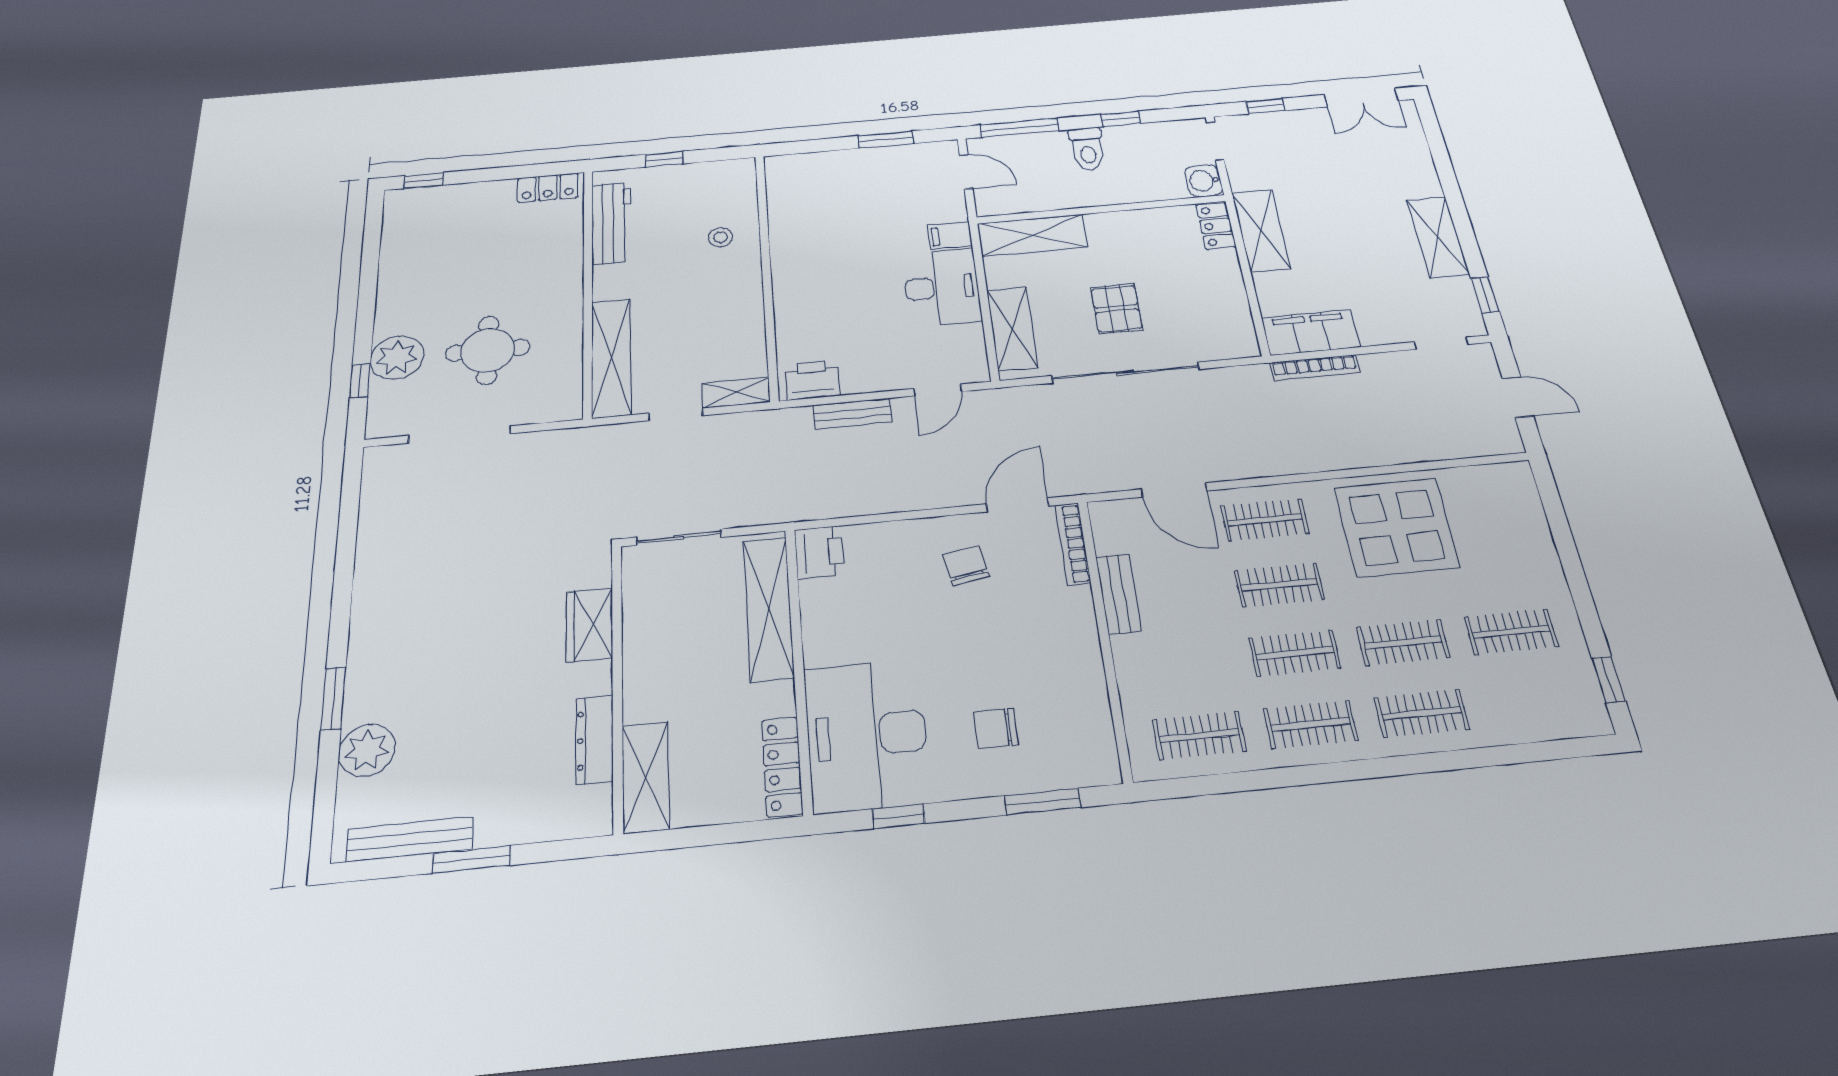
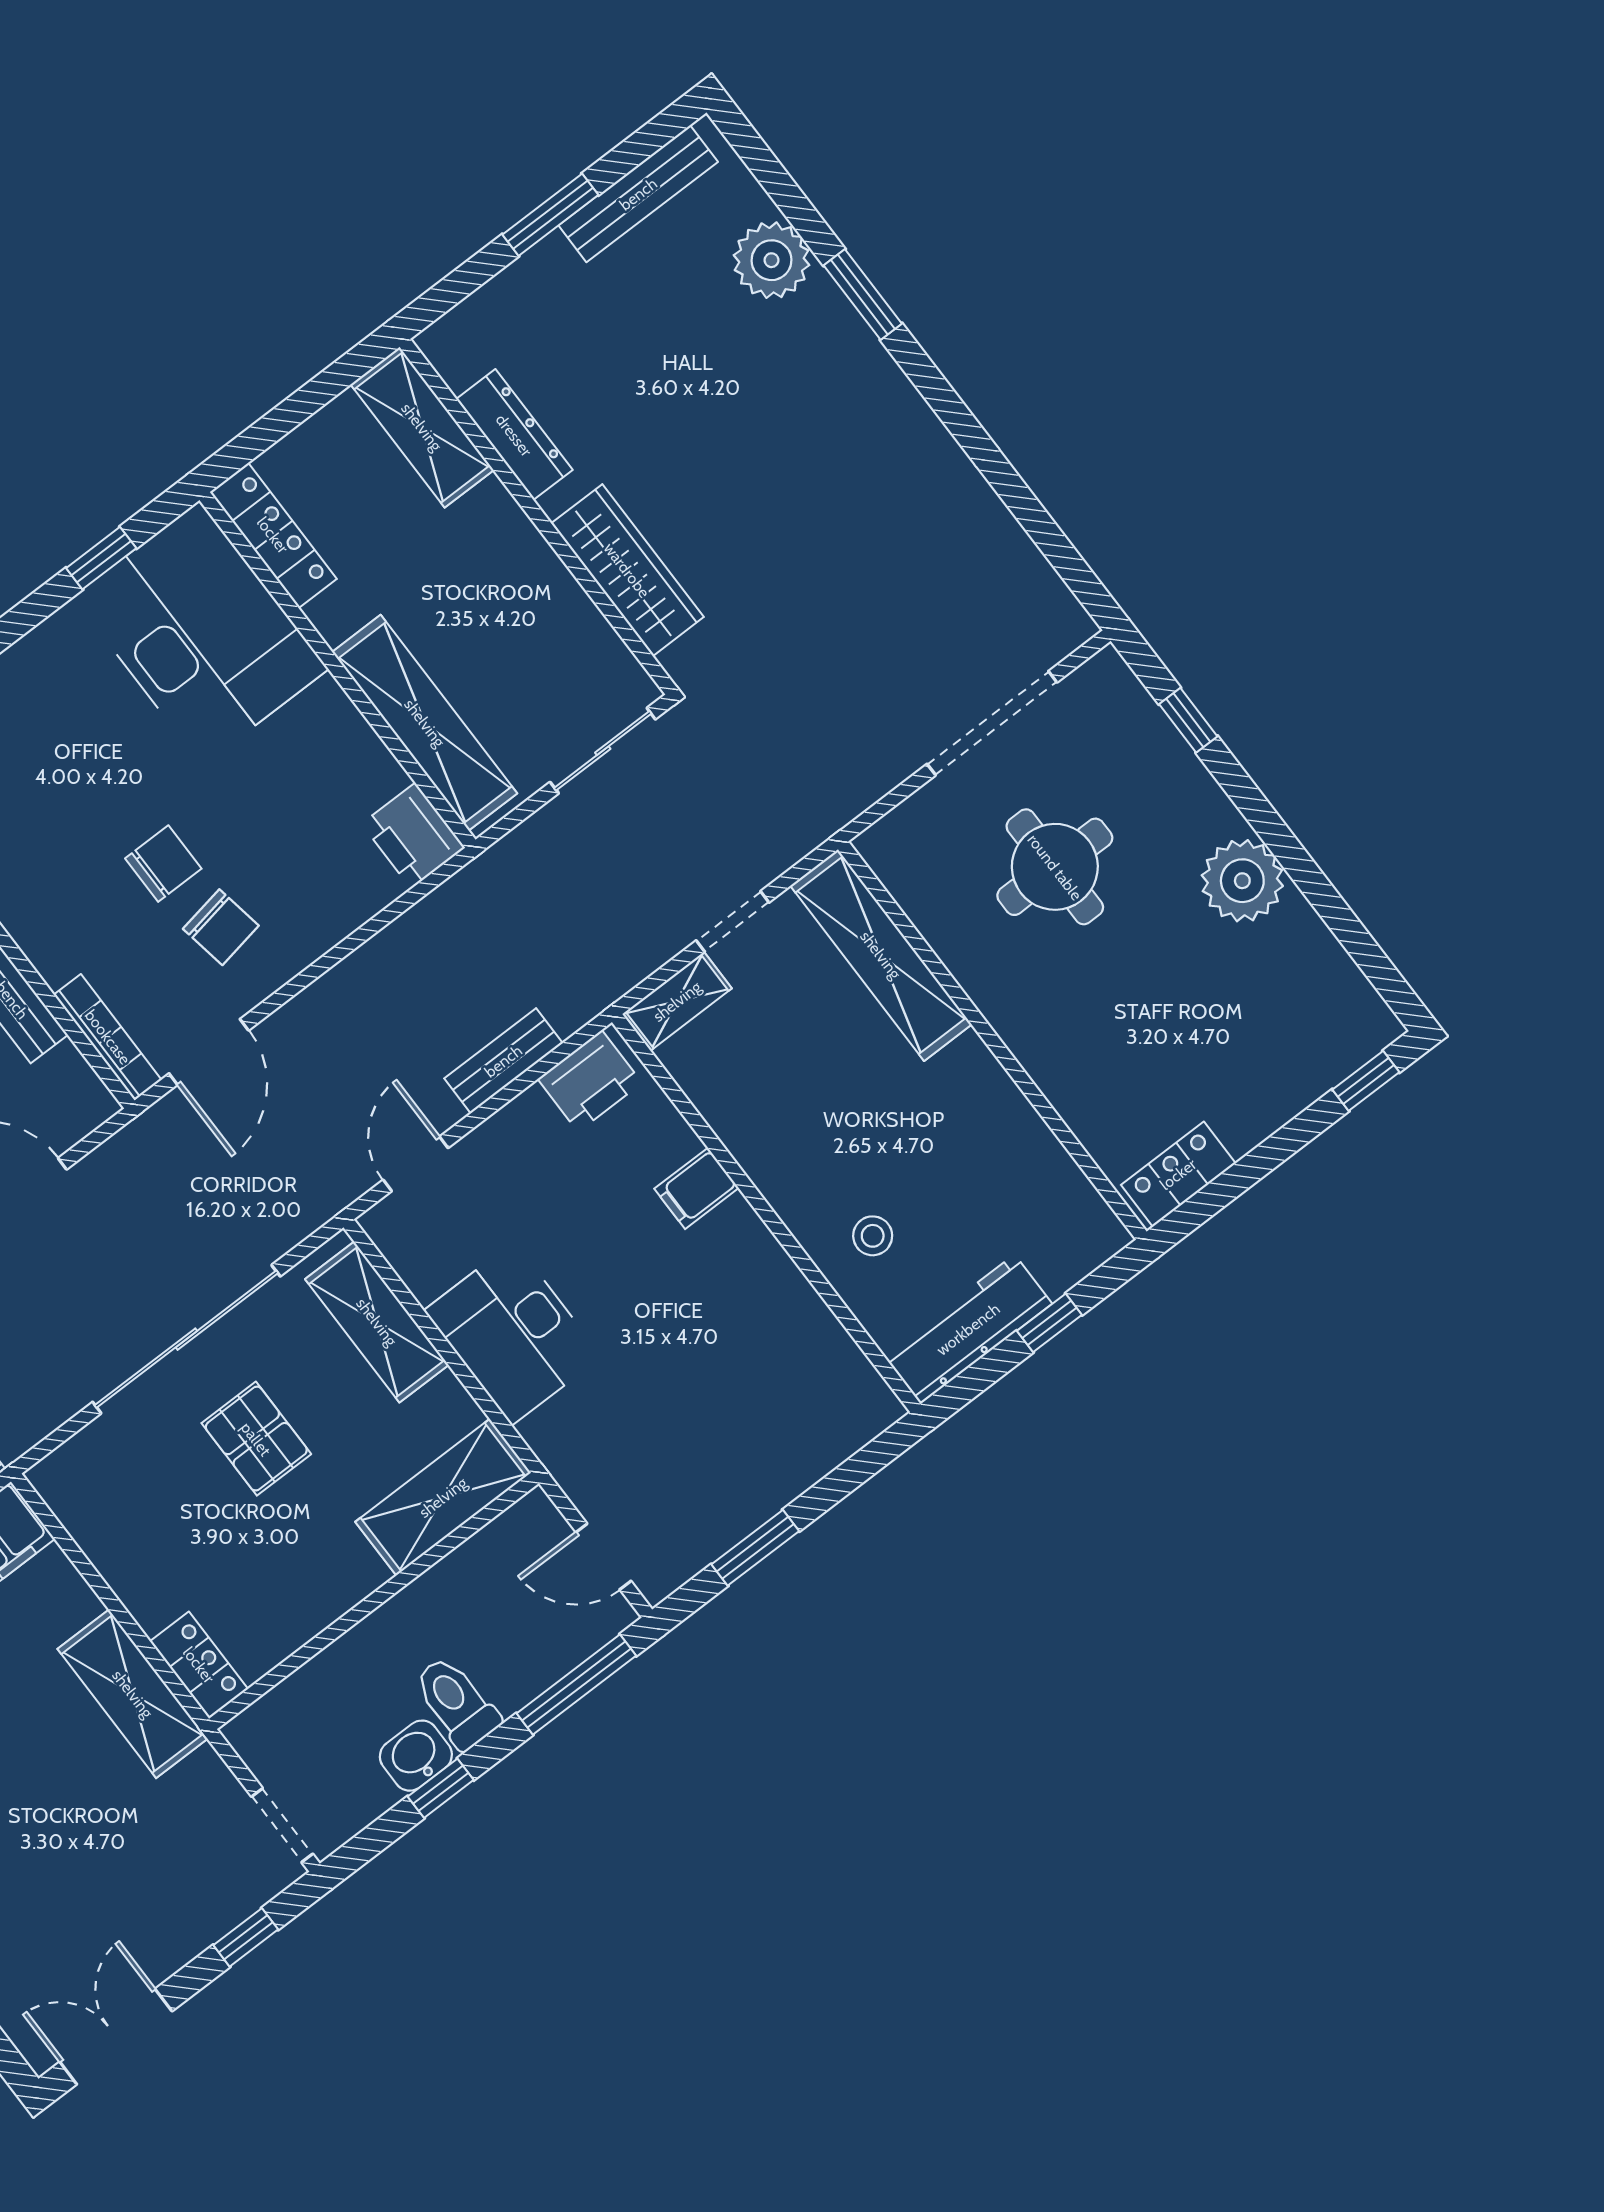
washbasin: (1204, 181) -> (416, 1756), moved, turned -90
workbench: (611, 223) -> (968, 1329), moved, turned 90
filing cabinet: (950, 235) -> (697, 1188), moved, turned 180
plant: (397, 358) -> (1242, 881), moved
wardrobe: (590, 625) -> (627, 570), width x1.50
chair: (996, 728) -> (163, 864), moved

